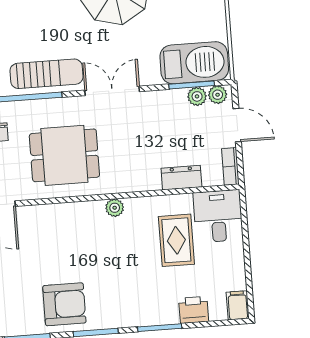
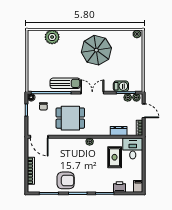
barbecue: (194, 63) -> (121, 86), width x0.53, depth x0.65

